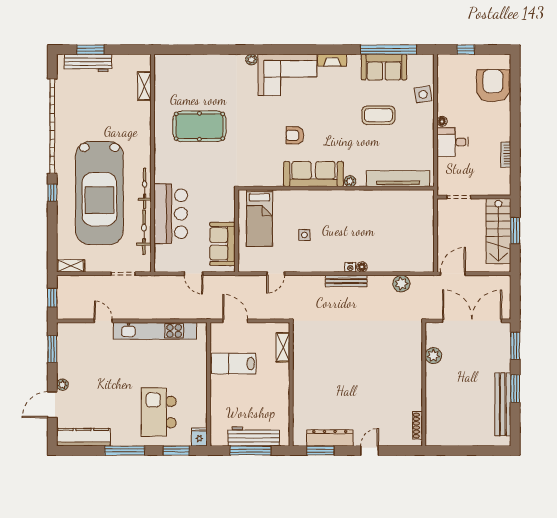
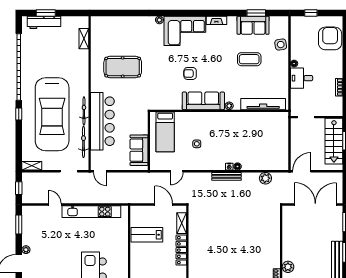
window: (389, 50) -> (256, 13), width x0.47
bar counter: (171, 214) -> (102, 121), width x1.36
door: (193, 274) -> (100, 171), moved
door: (235, 321) -> (164, 205), moved
plant: (433, 356) -> (288, 267), moved
locker: (282, 385) -> (181, 250), added

